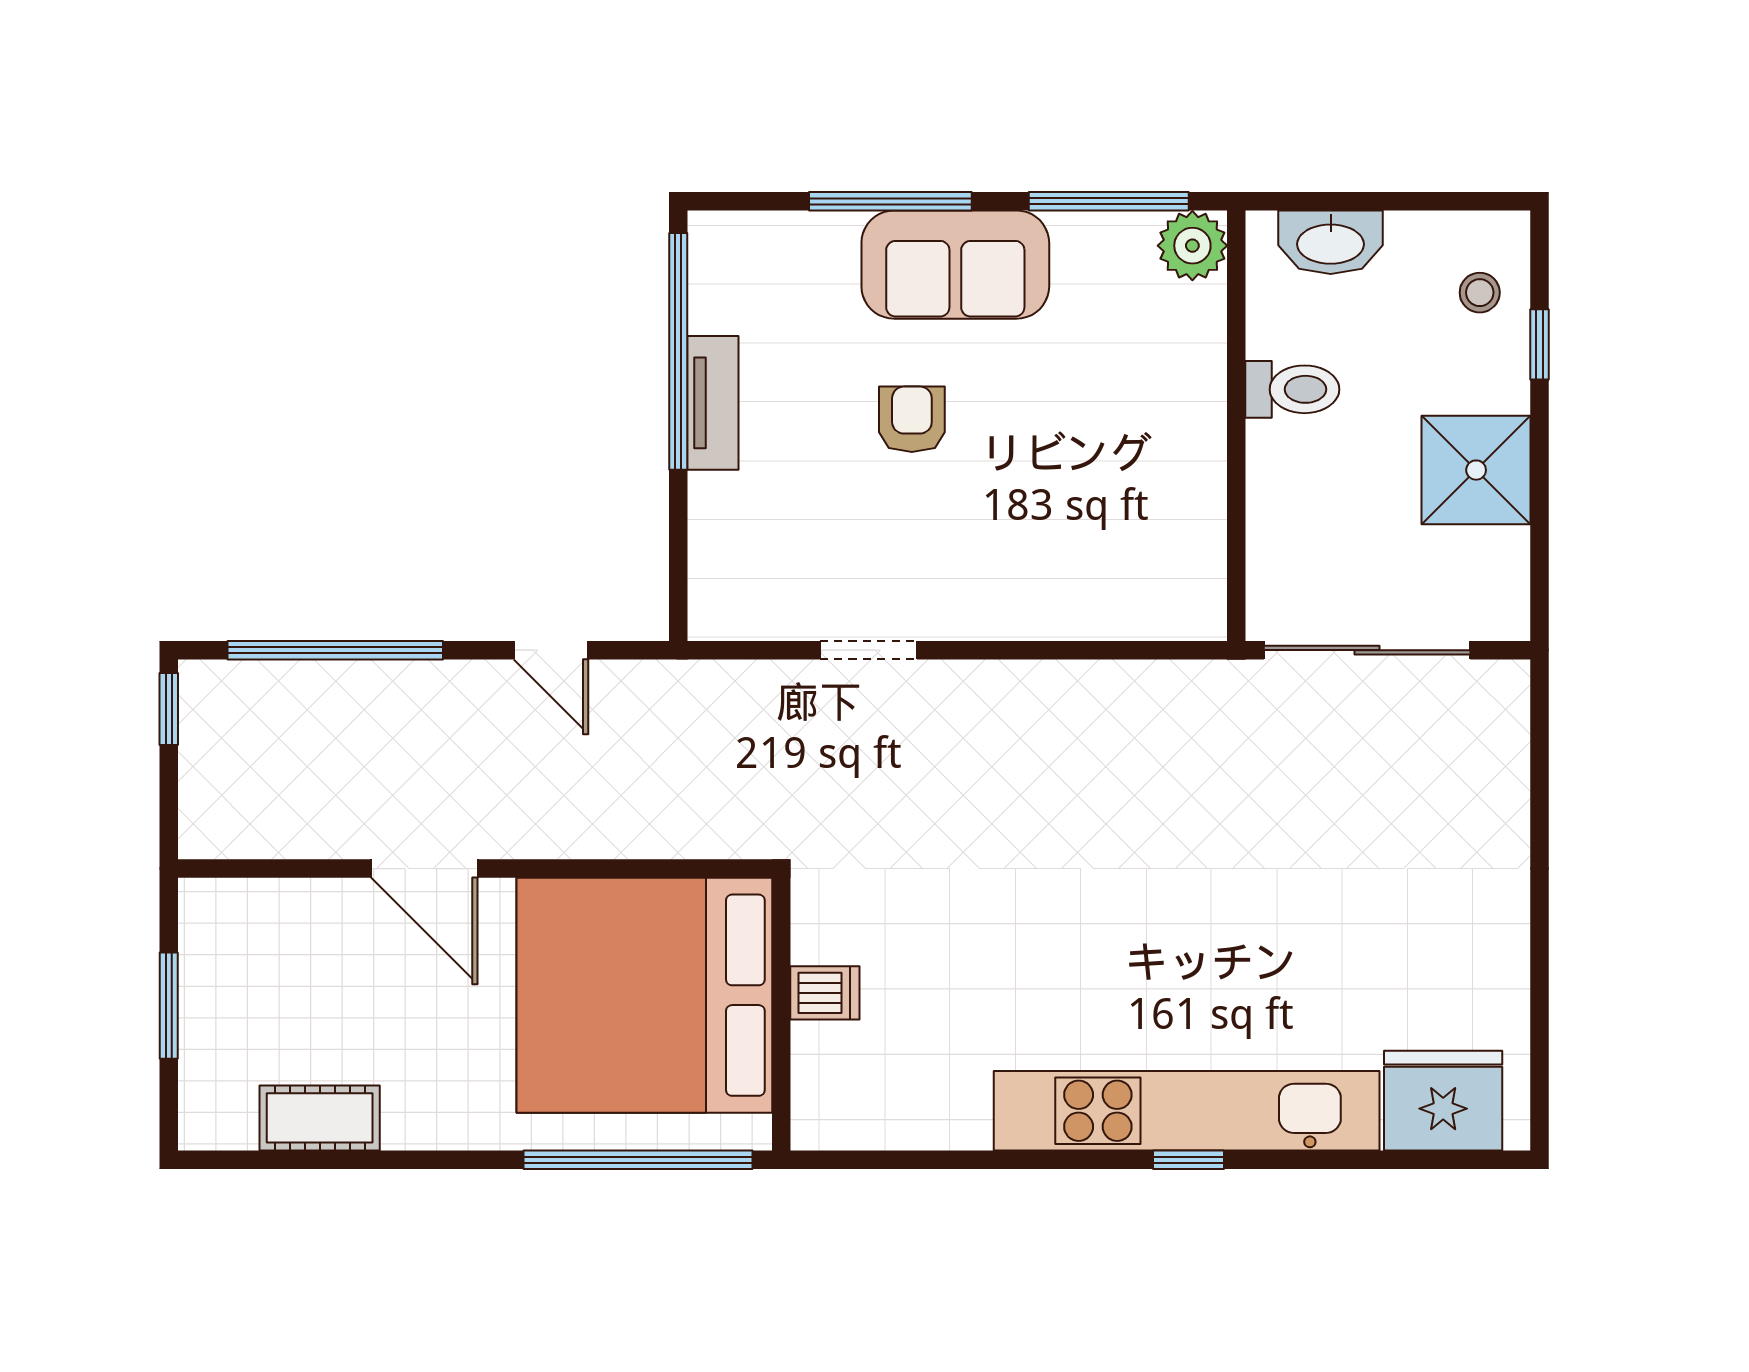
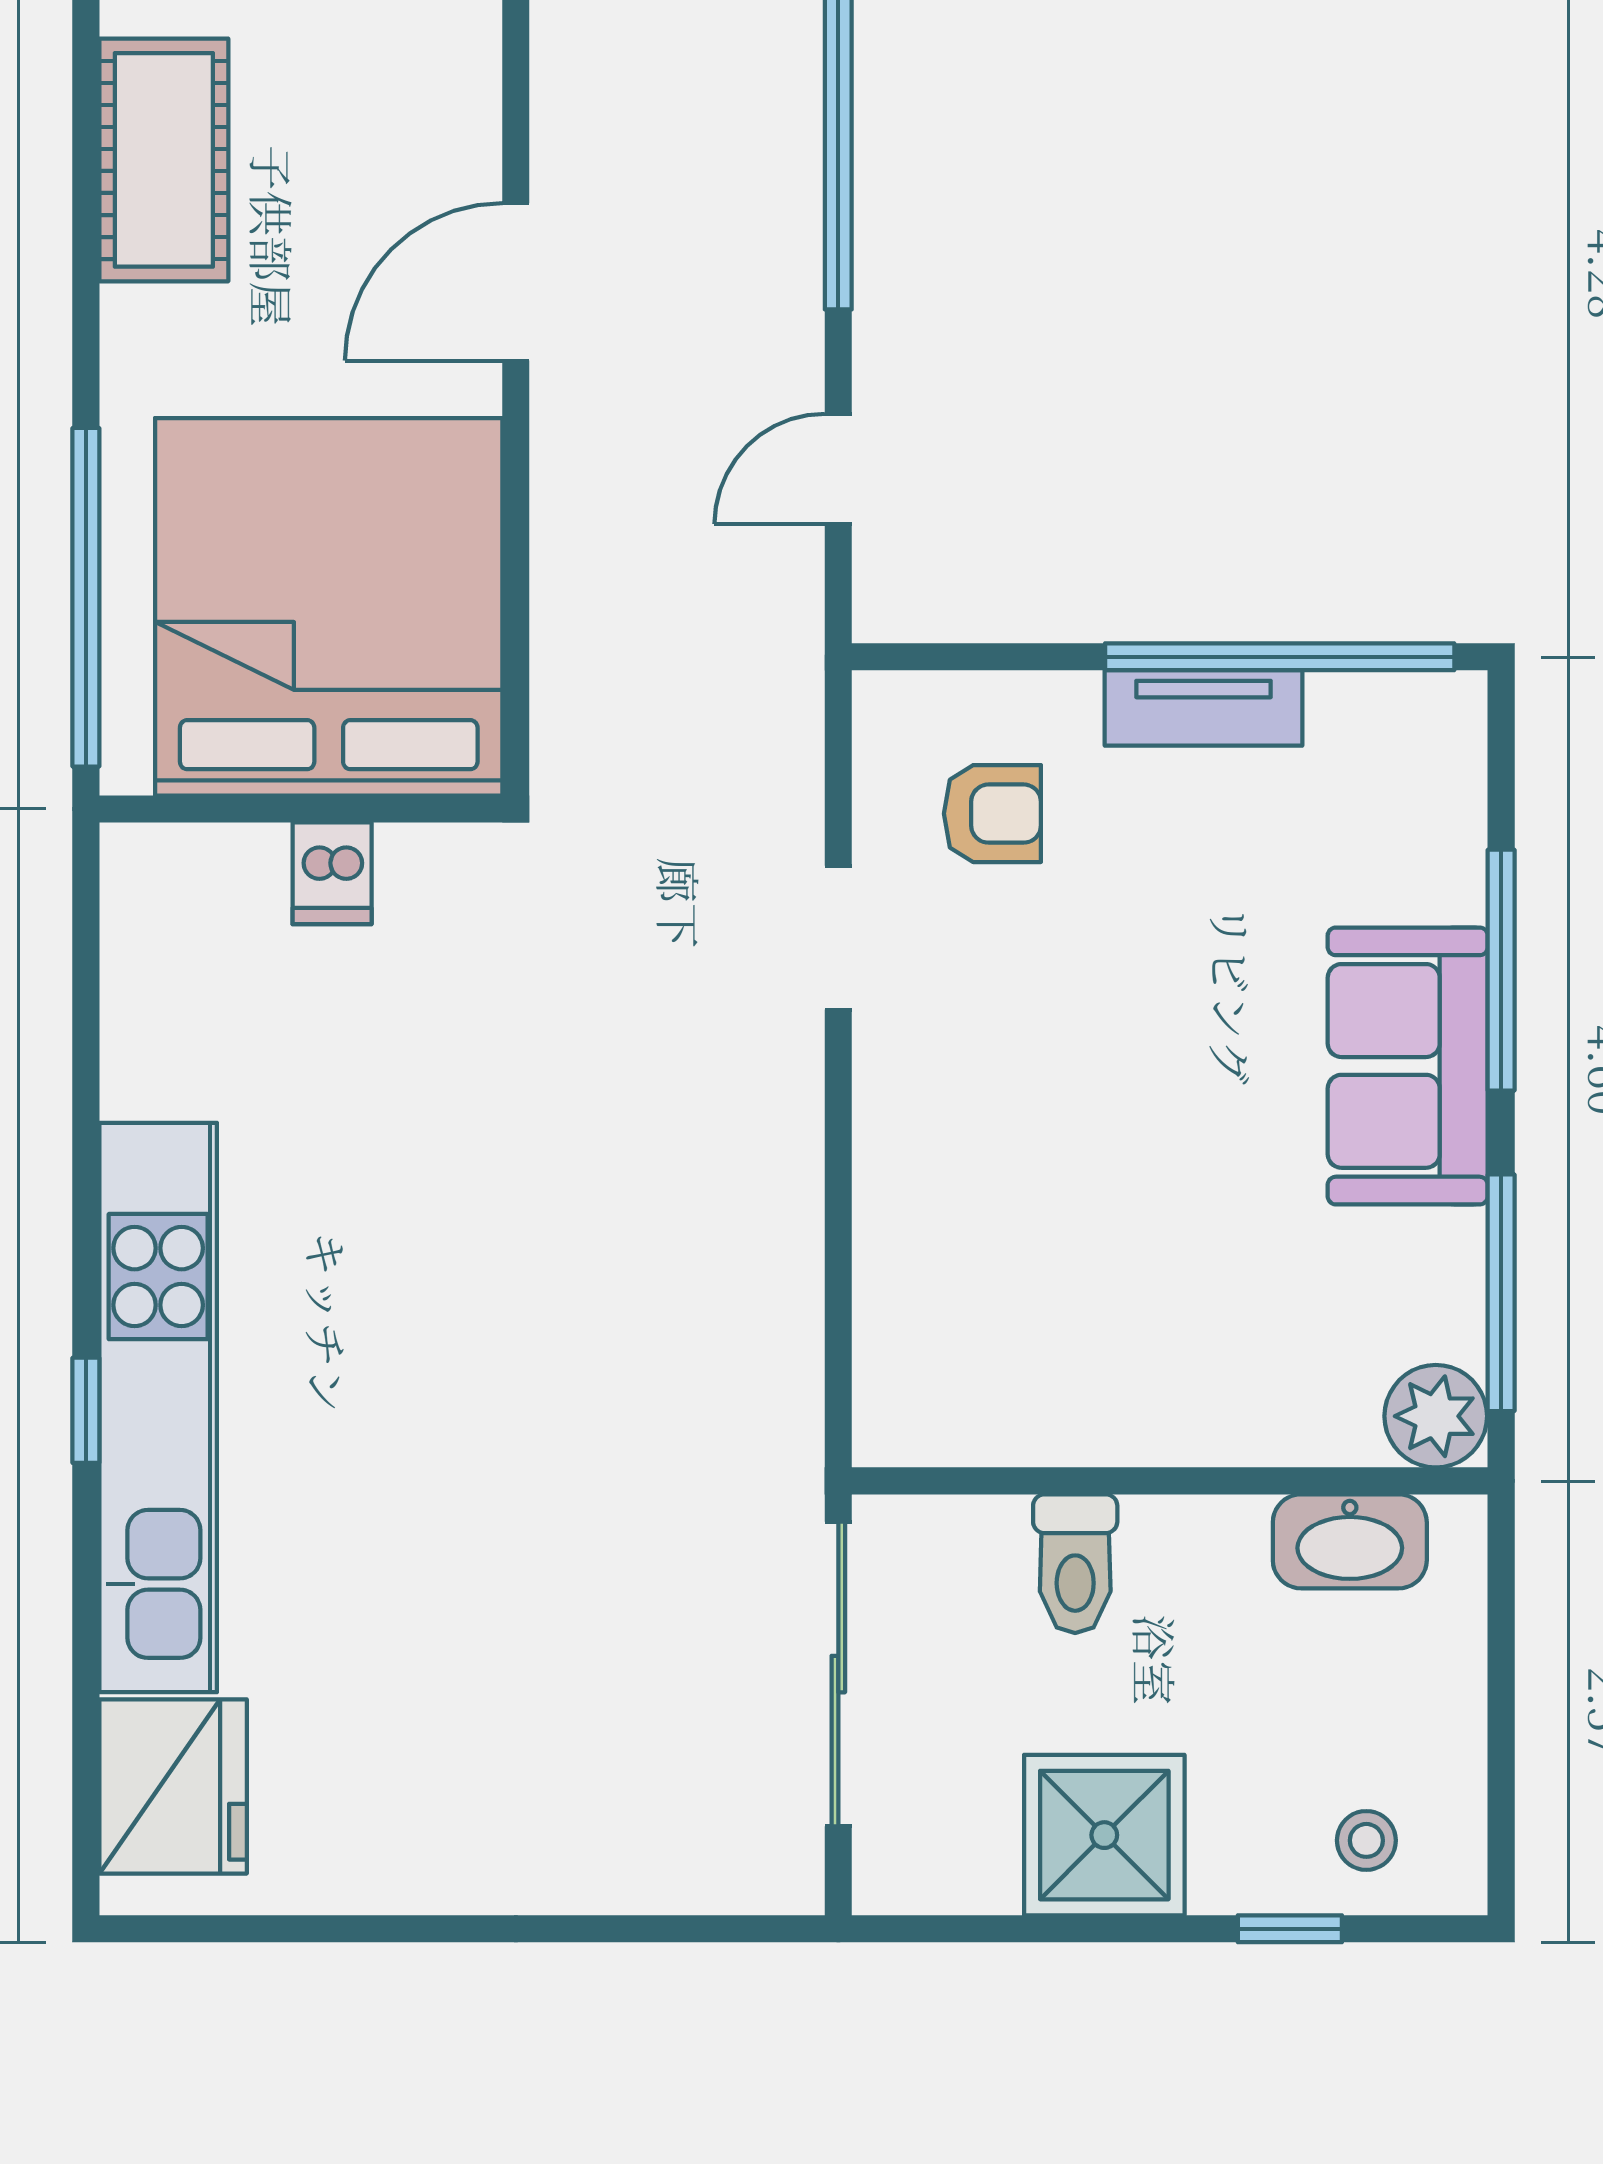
washbasin: (1331, 242) -> (1350, 1541), moved, turned -90
toilet: (1292, 389) -> (1075, 1564), moved
armchair: (912, 419) -> (992, 814), moved
cot: (320, 1118) -> (164, 160), width x1.37, depth x1.34

